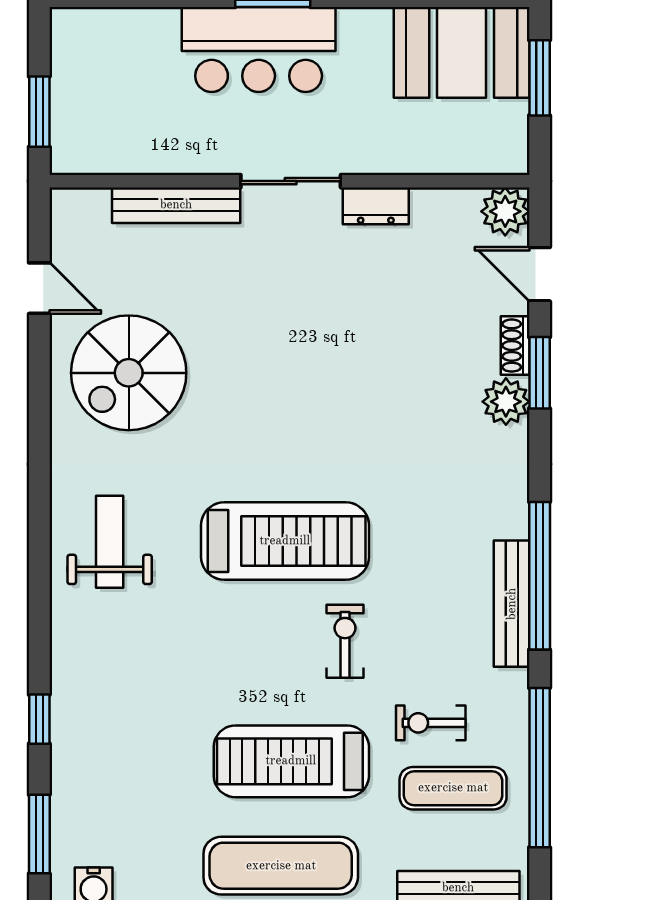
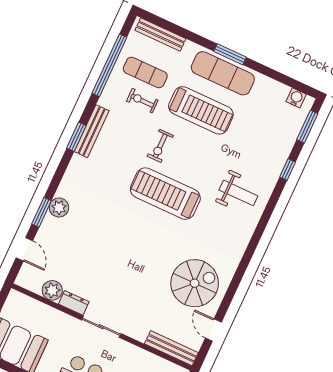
bench: (176, 205) -> (171, 348), moved
plant: (505, 211) -> (52, 290), moved
shoe rack: (515, 346) -> (46, 227), removed
weight bench: (110, 542) -> (238, 193), moved, turned -90
window: (540, 576) -> (76, 137), width x0.47
exercise bike: (431, 723) -> (142, 101), turned 180

